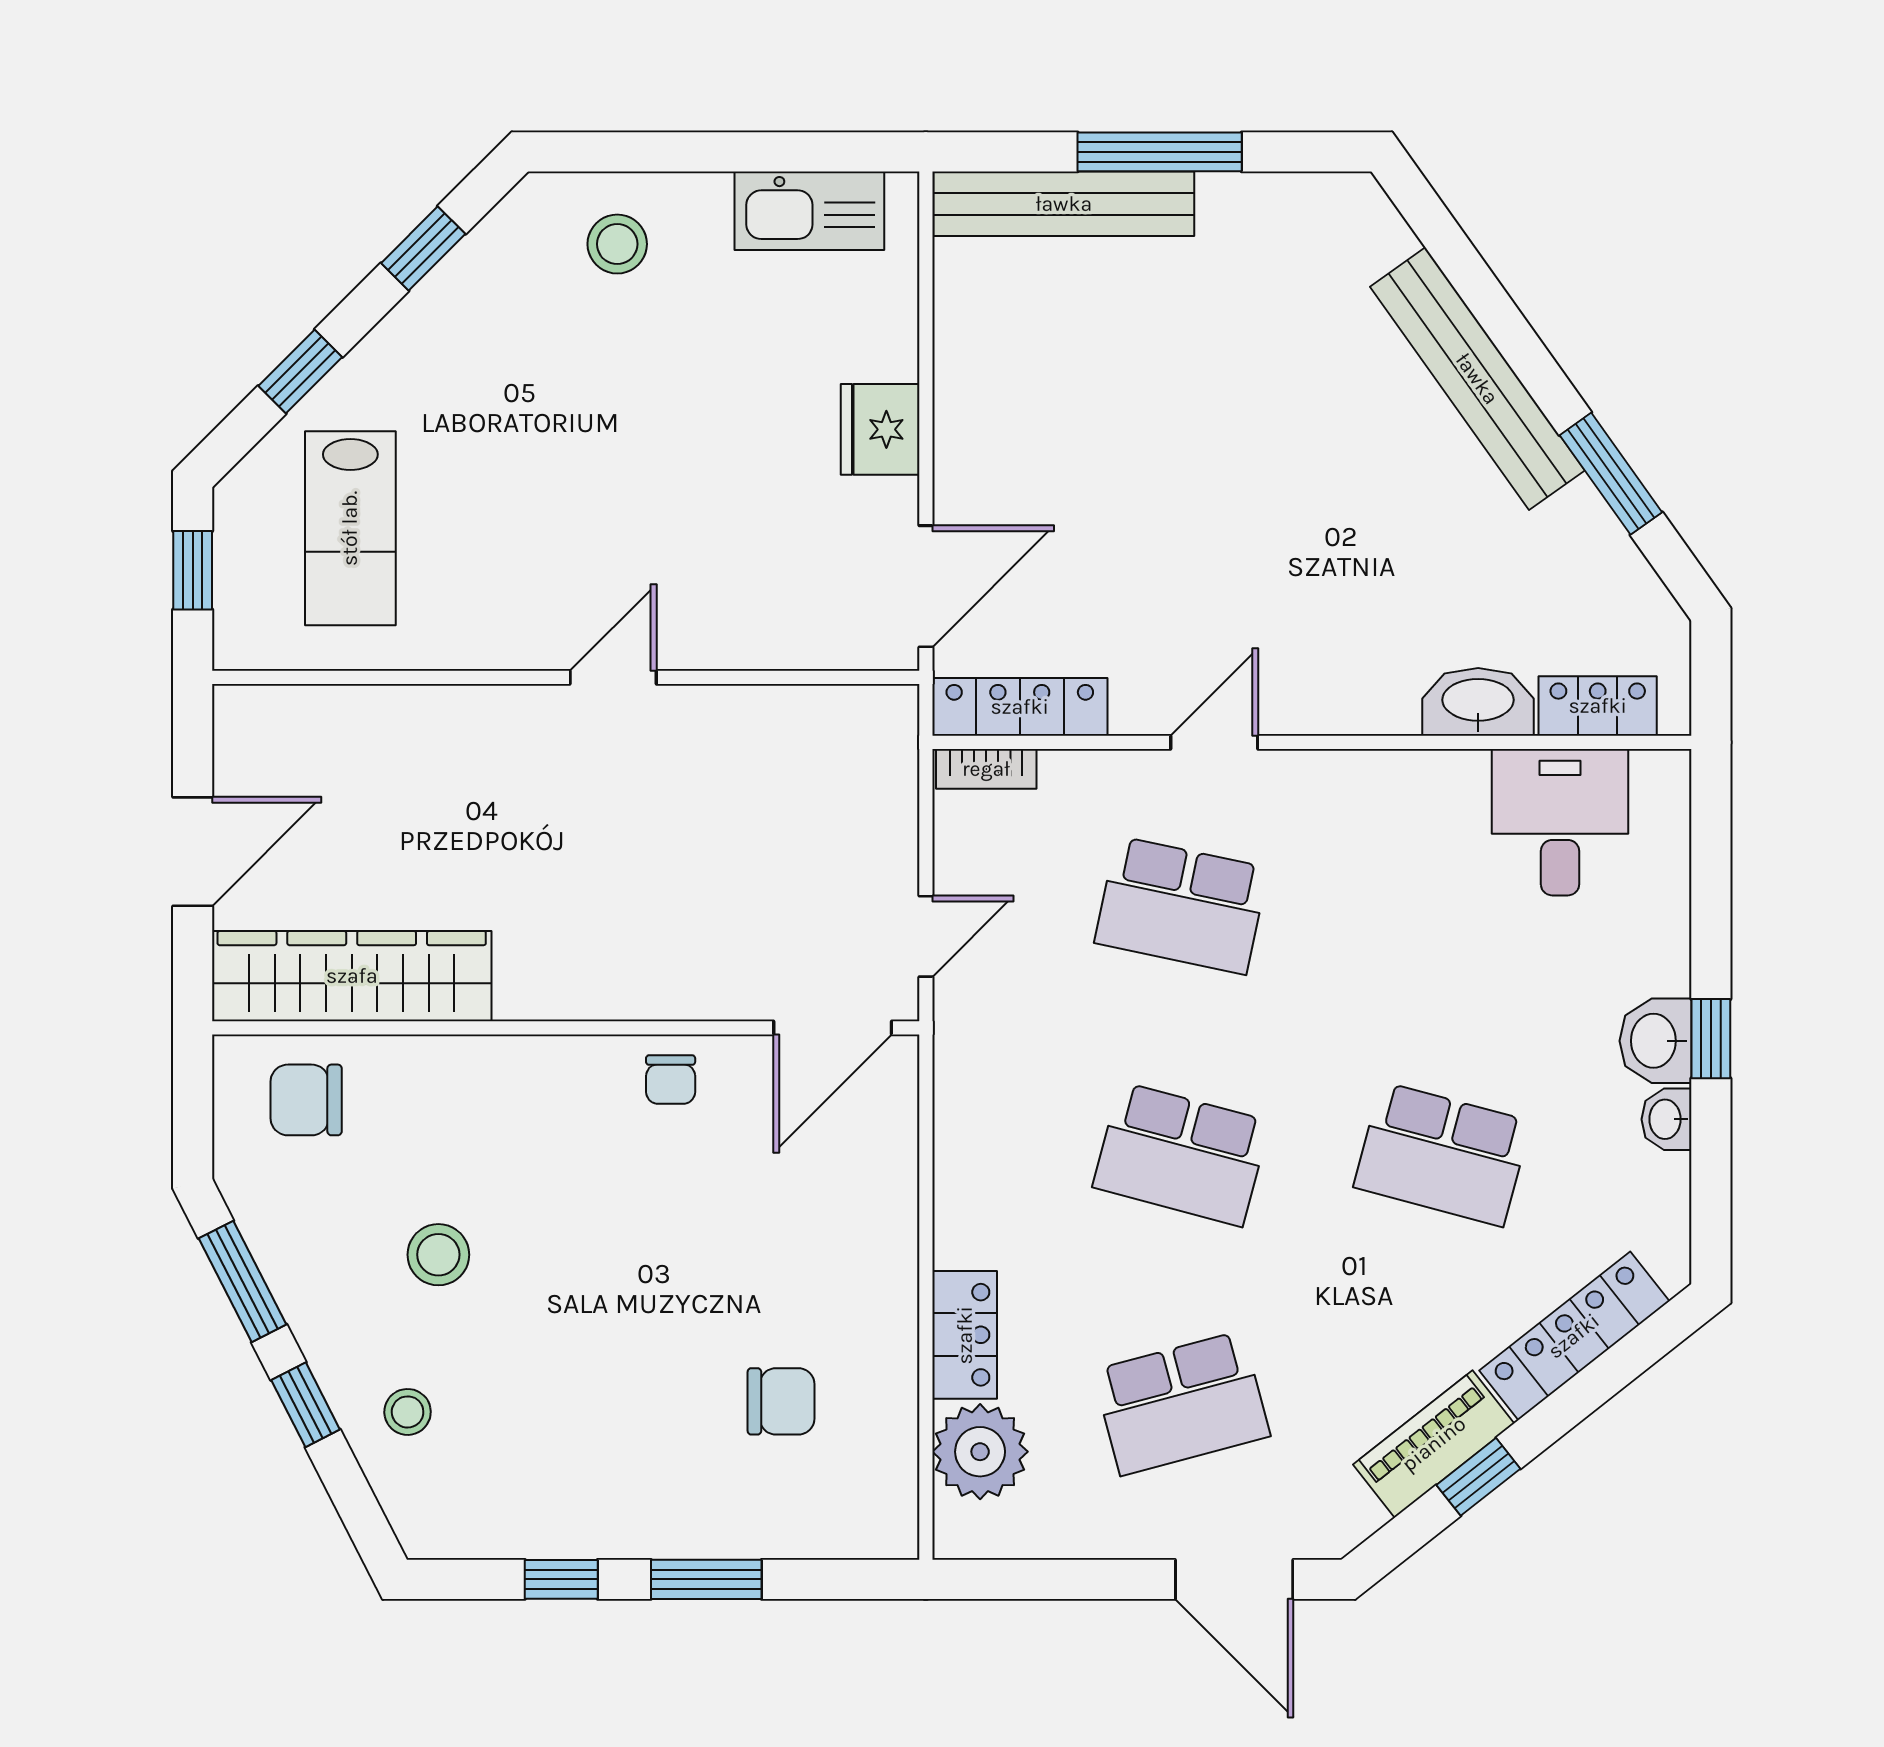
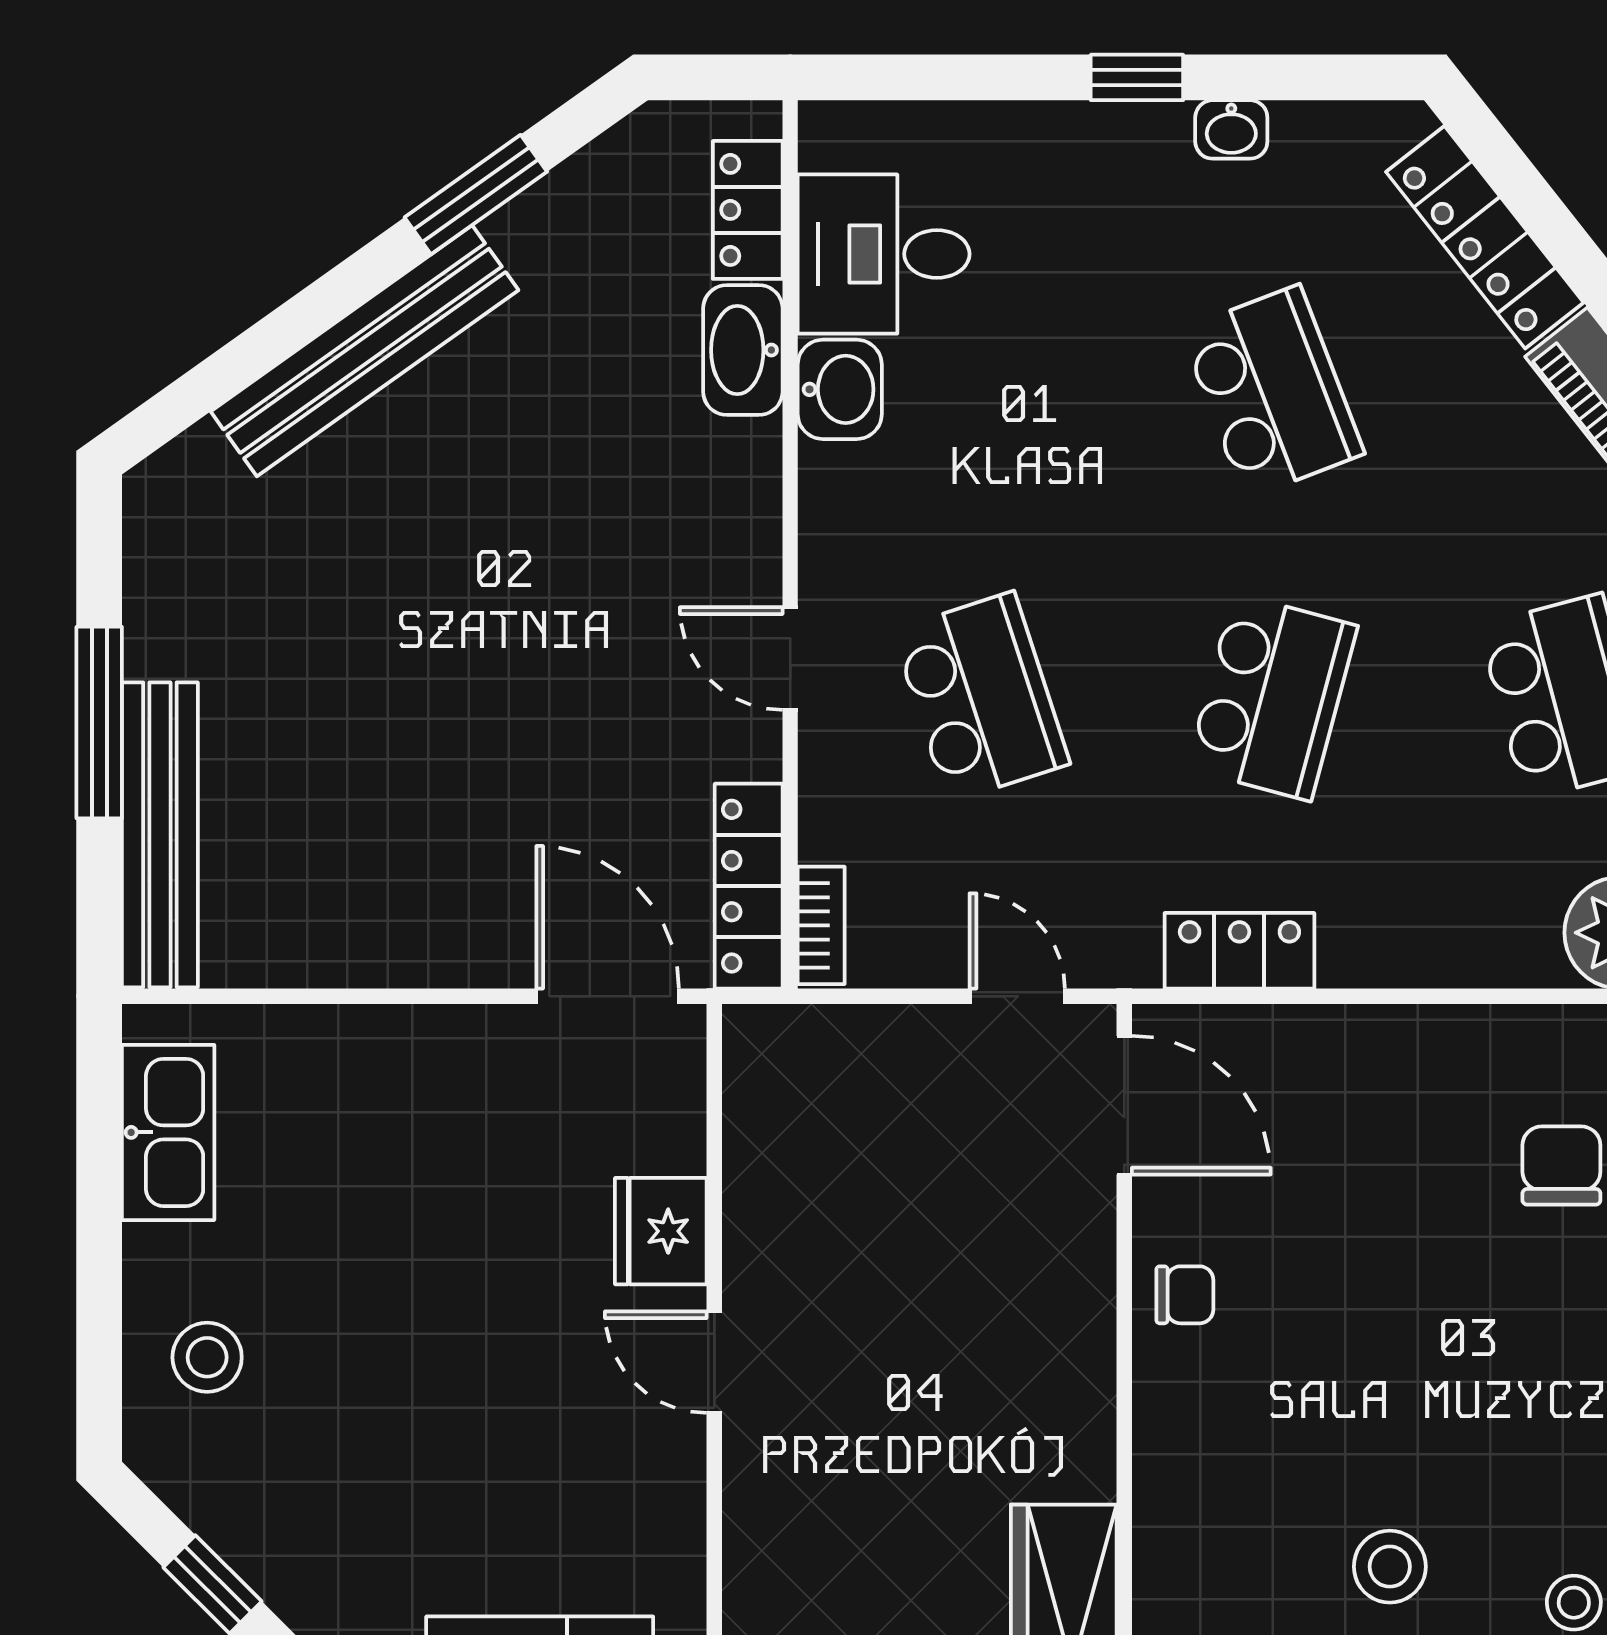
fridge: (880, 429) -> (661, 1231), moved, turned 90
school desk: (1181, 905) -> (981, 697), turned -30
washbasin: (1656, 1041) -> (840, 389), moved, turned -90
school desk: (1442, 1154) -> (1272, 392), turned -36
locker: (965, 1335) -> (1239, 951), moved

